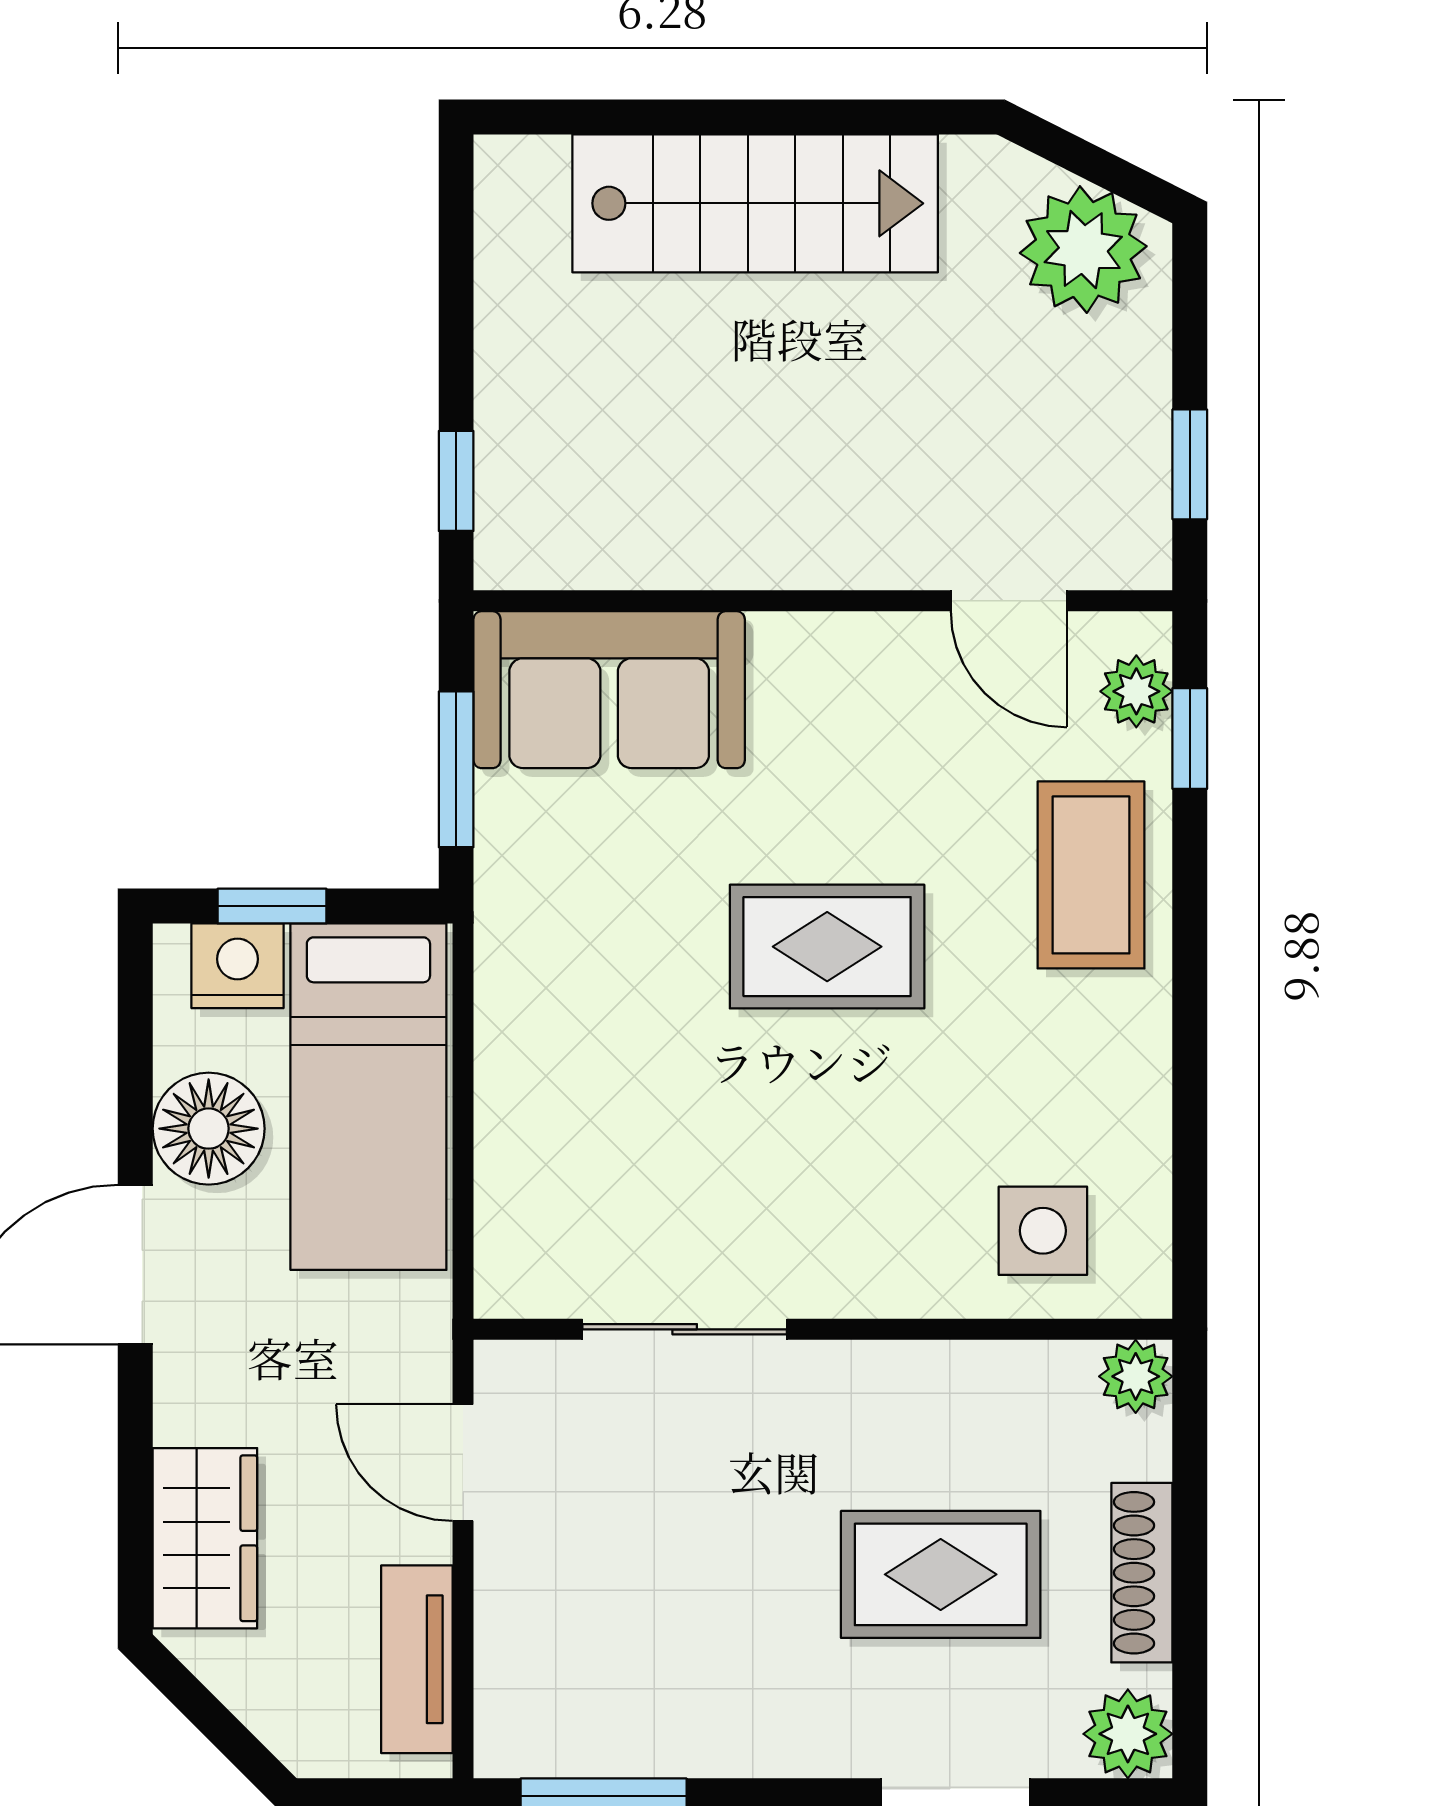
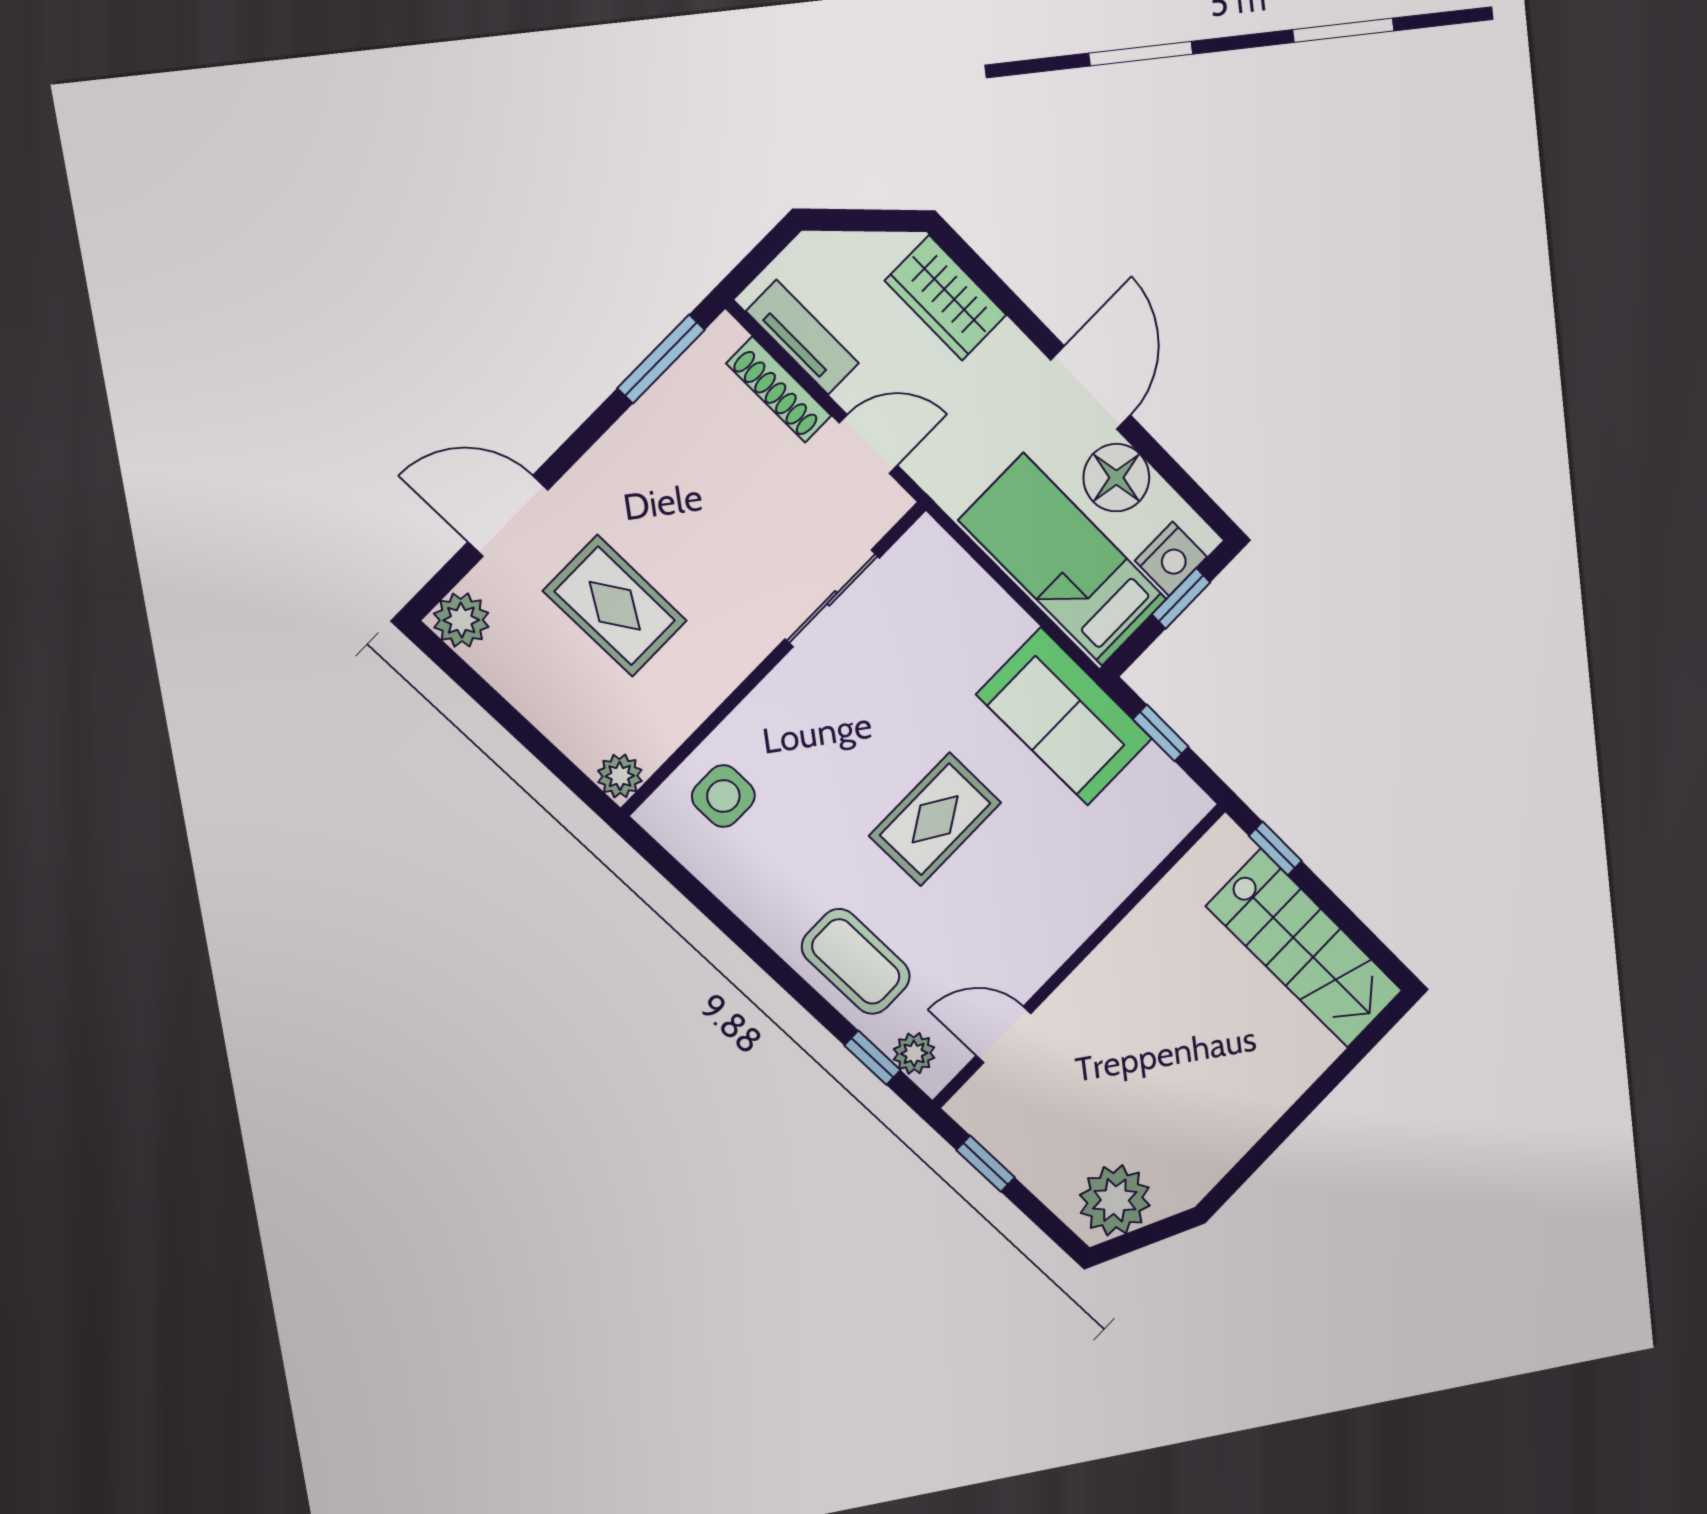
stairs: (755, 203) -> (1305, 949), moved, turned -90
sofa: (609, 690) -> (1064, 717), moved, turned -90
window: (456, 769) -> (1161, 733), width x0.67
shoe rack: (1142, 1573) -> (779, 390), moved, turned 180
rug: (941, 1574) -> (615, 606), turned 90

